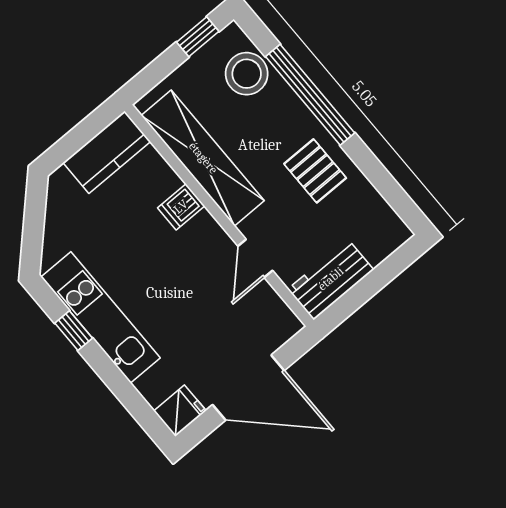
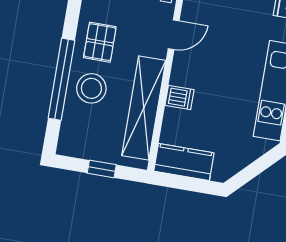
window: (198, 37) -> (102, 169), moved
stool: (247, 74) -> (91, 88), moved

